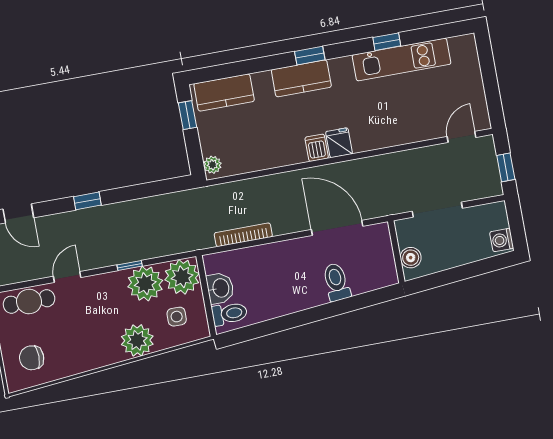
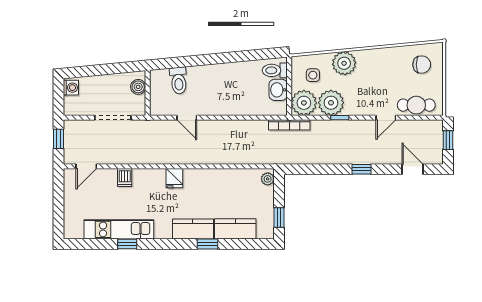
window: (310, 56) -> (208, 244), moved
kitchen counter: (224, 92) -> (235, 229), moved
dishwasher: (317, 148) -> (125, 177), moved
door: (337, 228) -> (187, 118), width x0.53
bookcase: (243, 235) -> (289, 125), moved
toilet: (336, 282) -> (179, 81), moved

